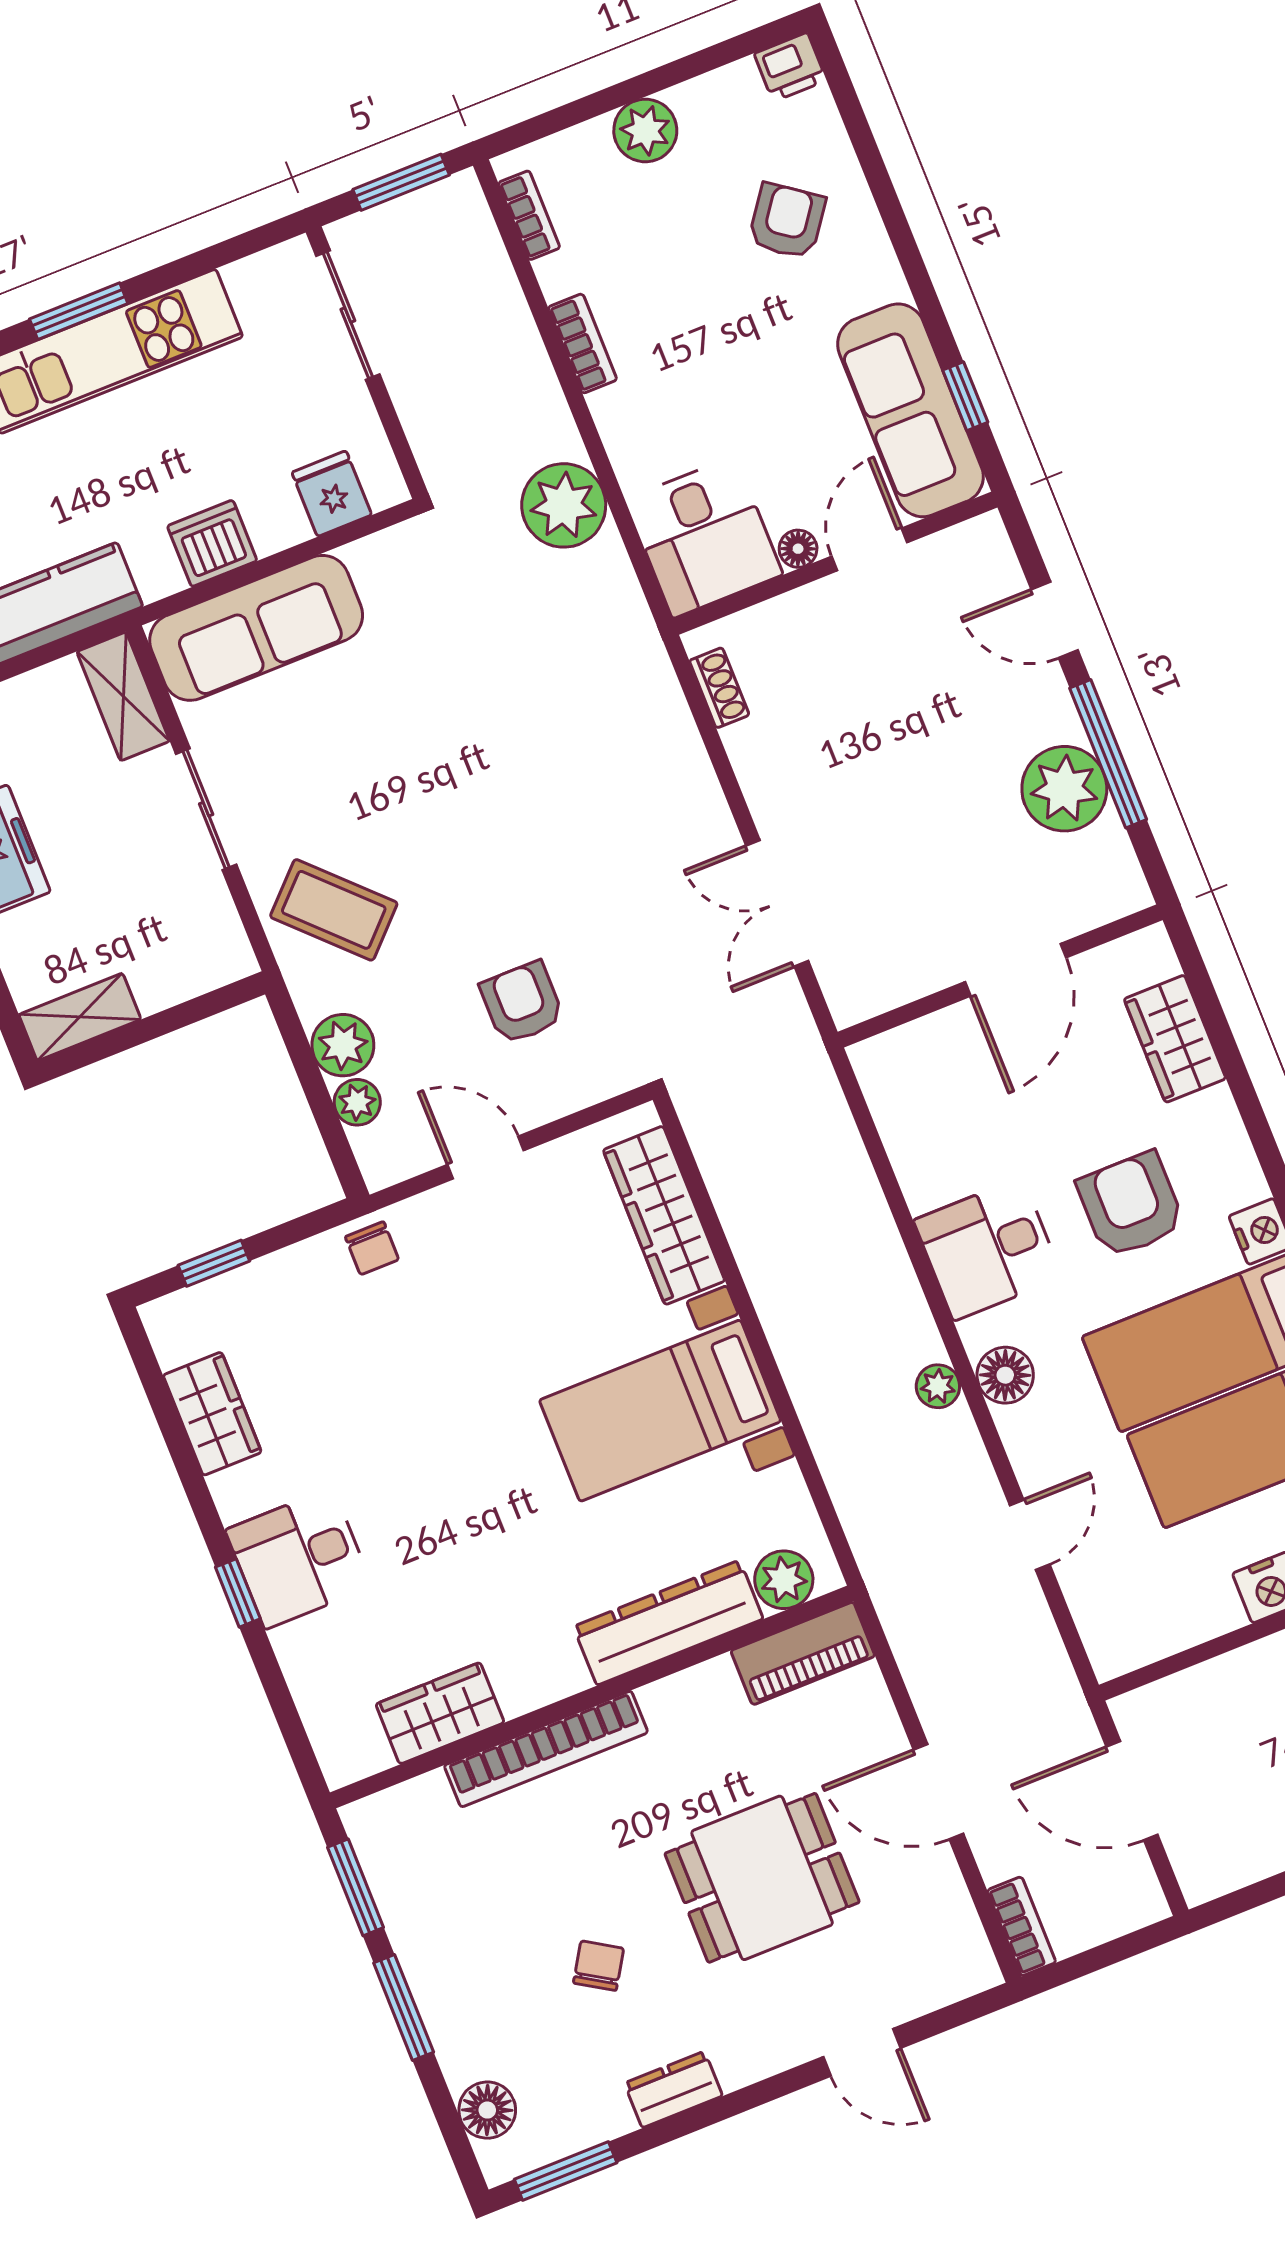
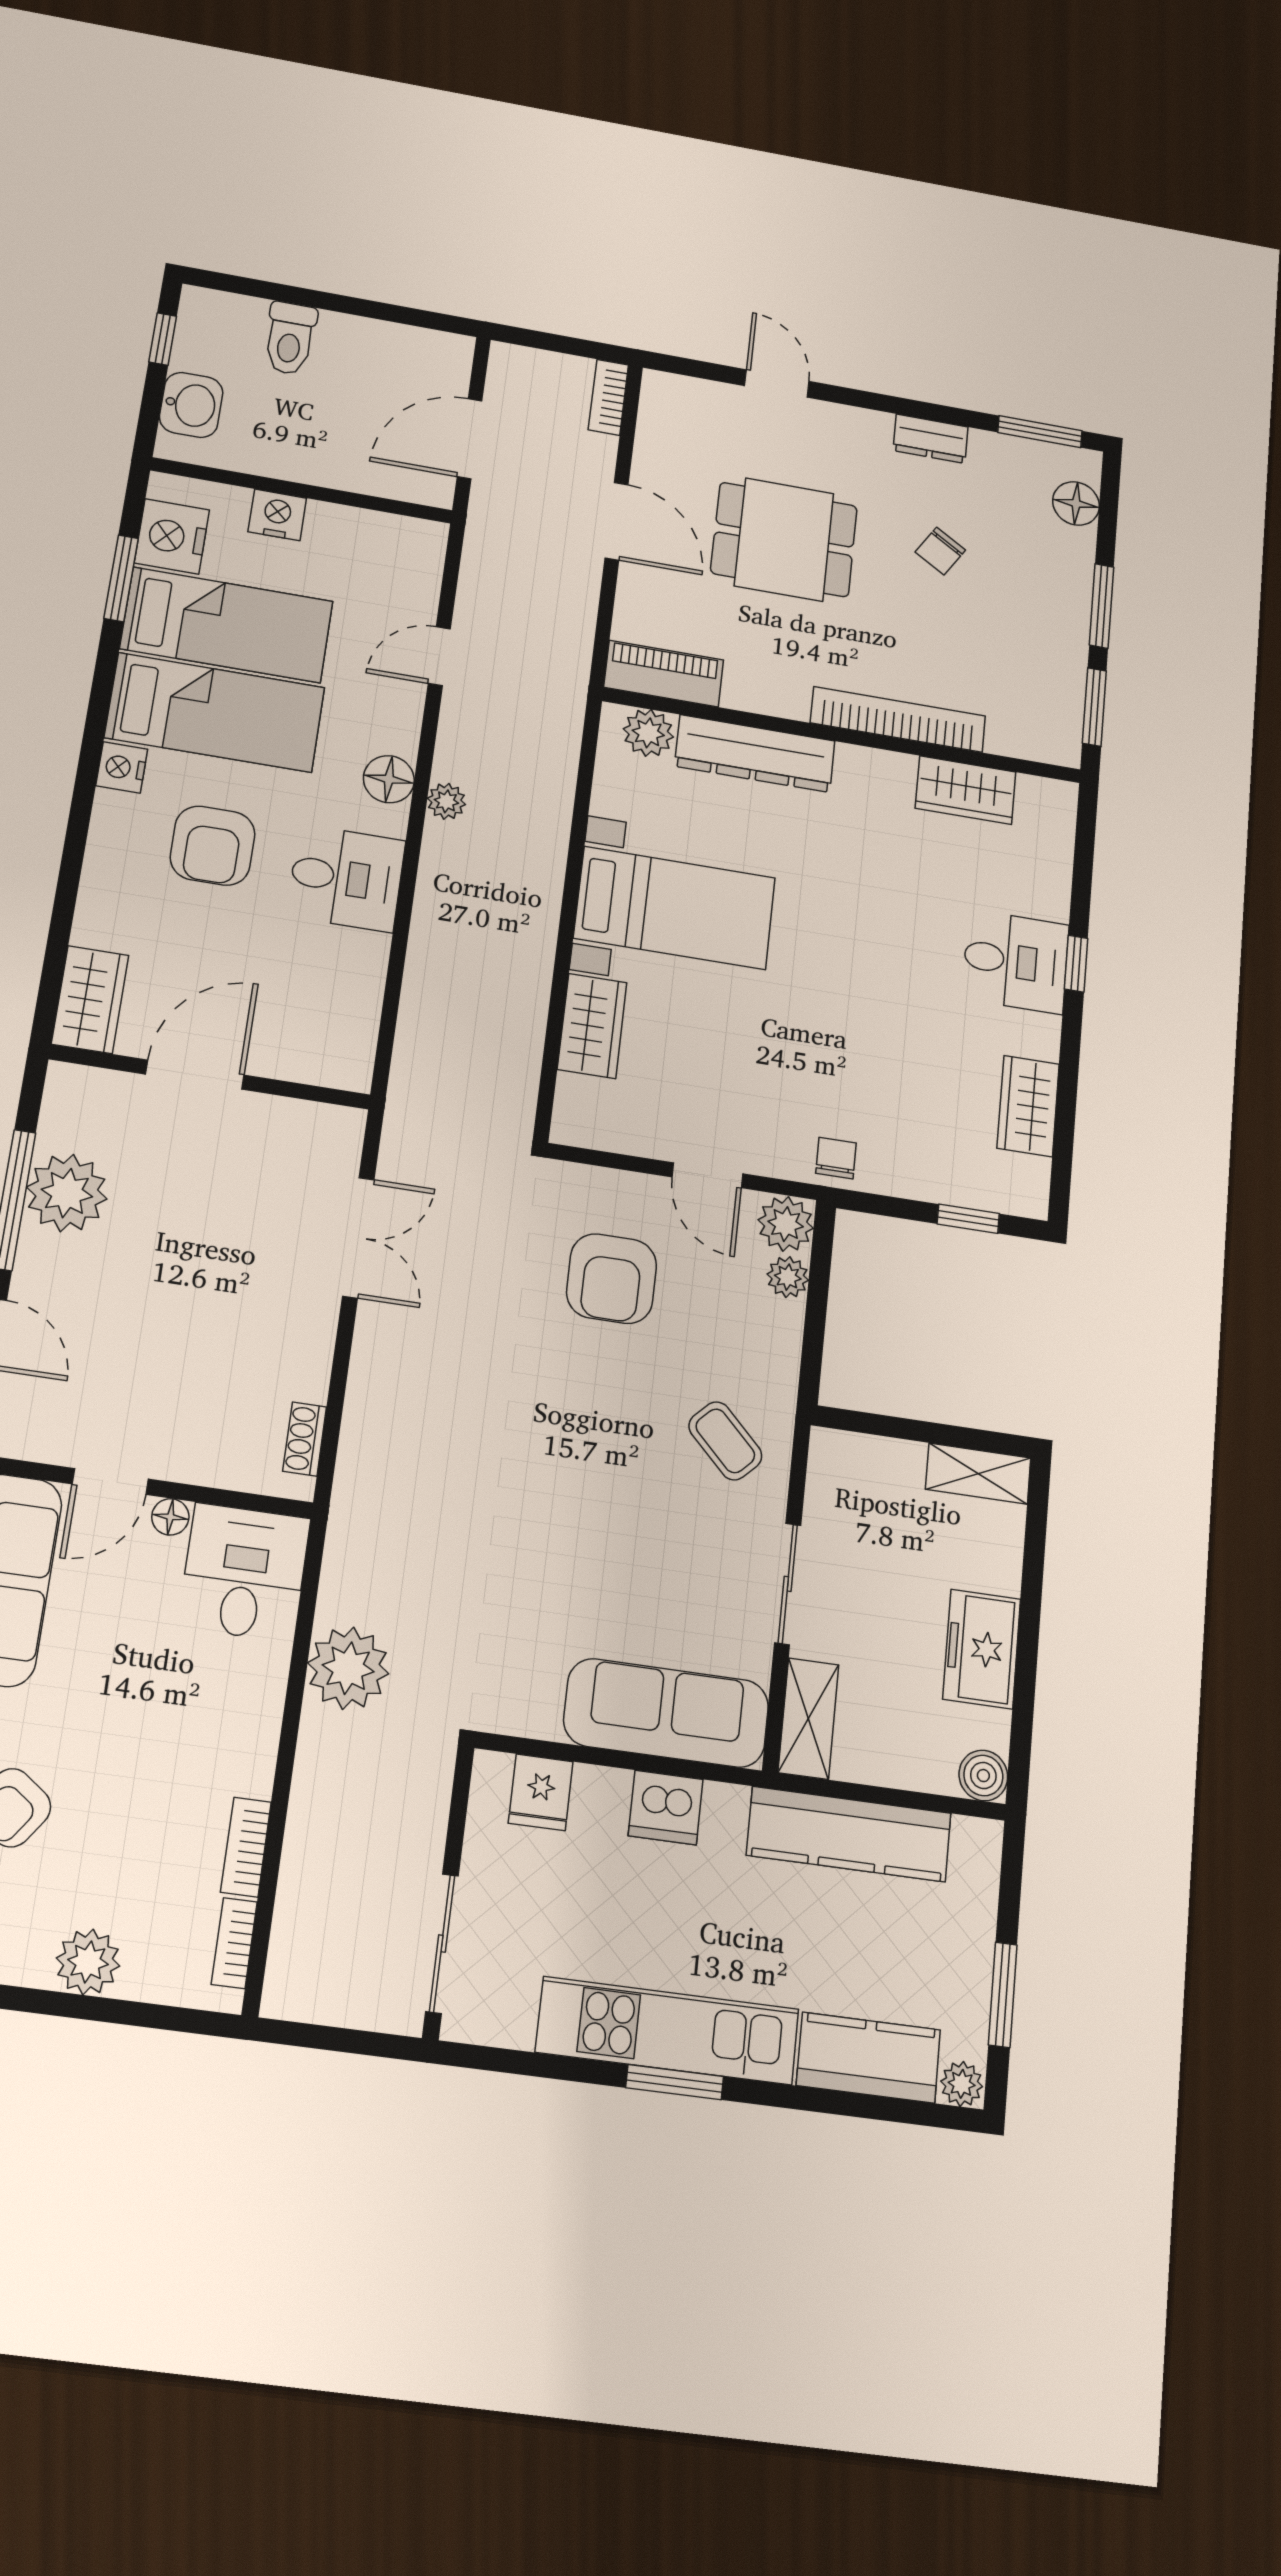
window: (401, 182) -> (330, 2038), removed
bookcase: (582, 344) -> (246, 1847), moved
coffee table: (334, 910) -> (725, 1441), width x0.73, depth x0.77
armchair: (522, 1003) -> (612, 1279), width x1.38, depth x1.38
wardrobe: (1175, 1039) -> (90, 1000), moved
plant: (343, 1045) -> (786, 1224), moved
wardrobe: (664, 1215) -> (592, 1026), width x0.67
door: (1132, 1791) -> (470, 439), swing flipped

